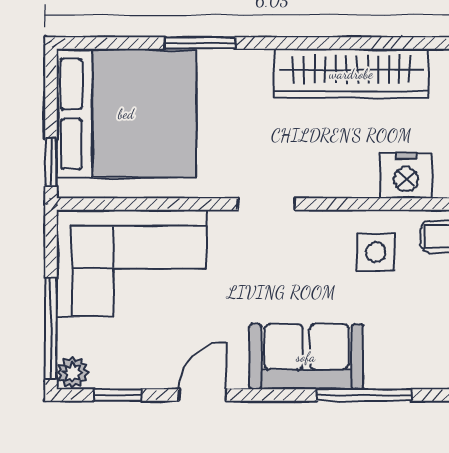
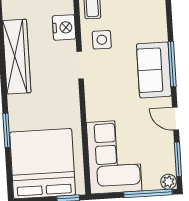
doorway: (267, 204) -> (80, 65), moved
window: (118, 395) -> (178, 159), width x1.50
window: (364, 395) -> (172, 64), moved

